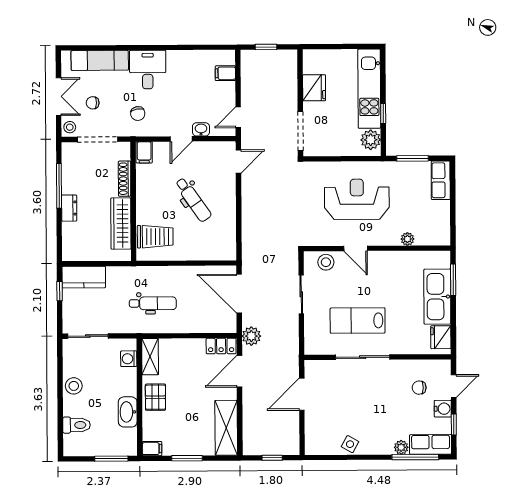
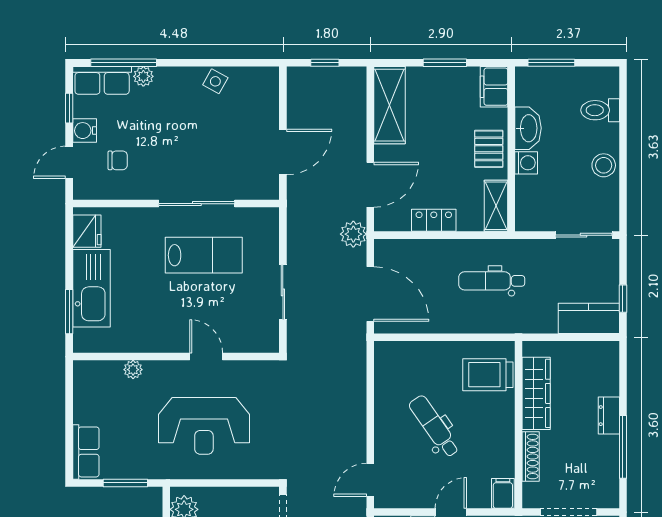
stool: (326, 262) -> (248, 337), removed
locker: (221, 346) -> (434, 220), moved
washing machine: (129, 359) -> (526, 163), moved
filing cabinet: (152, 449) -> (494, 87), width x2.00

